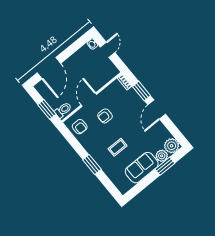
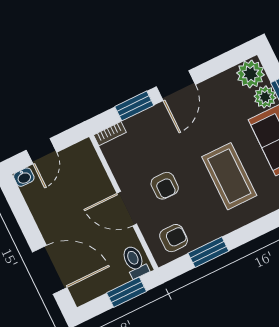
door: (108, 50) -> (41, 151), swing flipped
door: (157, 110) -> (176, 86), hinge flipped
coffee table: (118, 147) -> (229, 176), width x1.86, depth x1.72
window: (92, 164) -> (208, 252), moved

